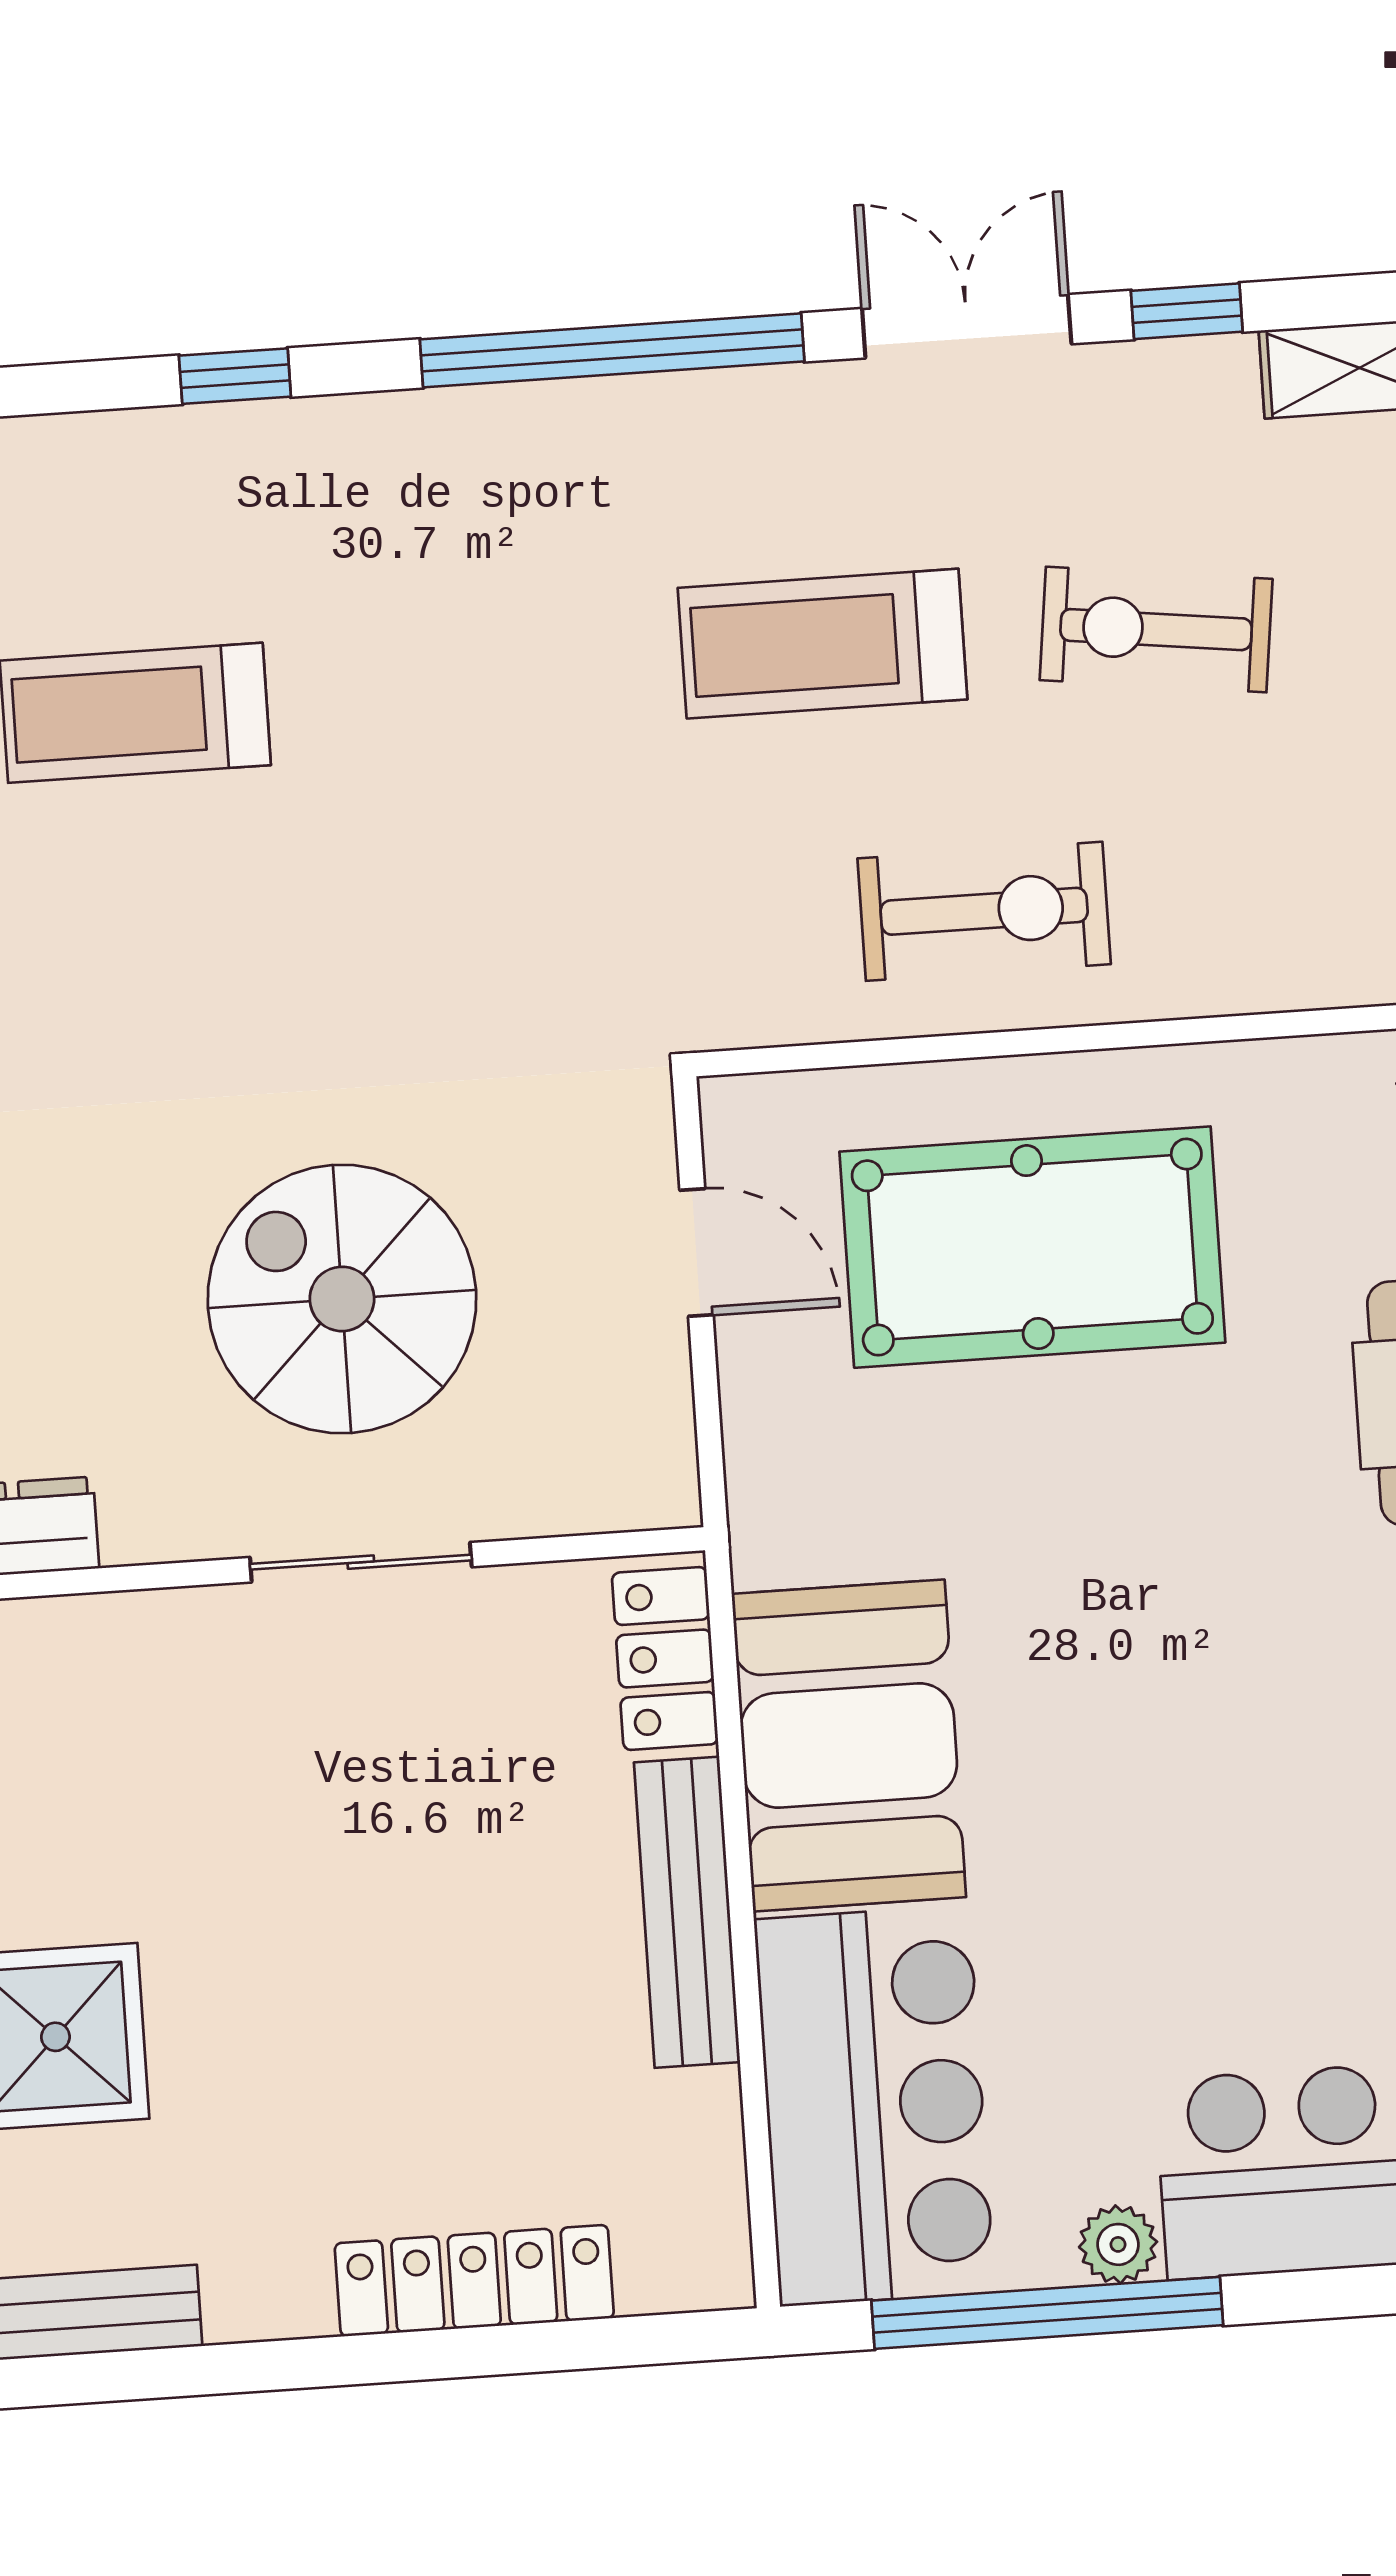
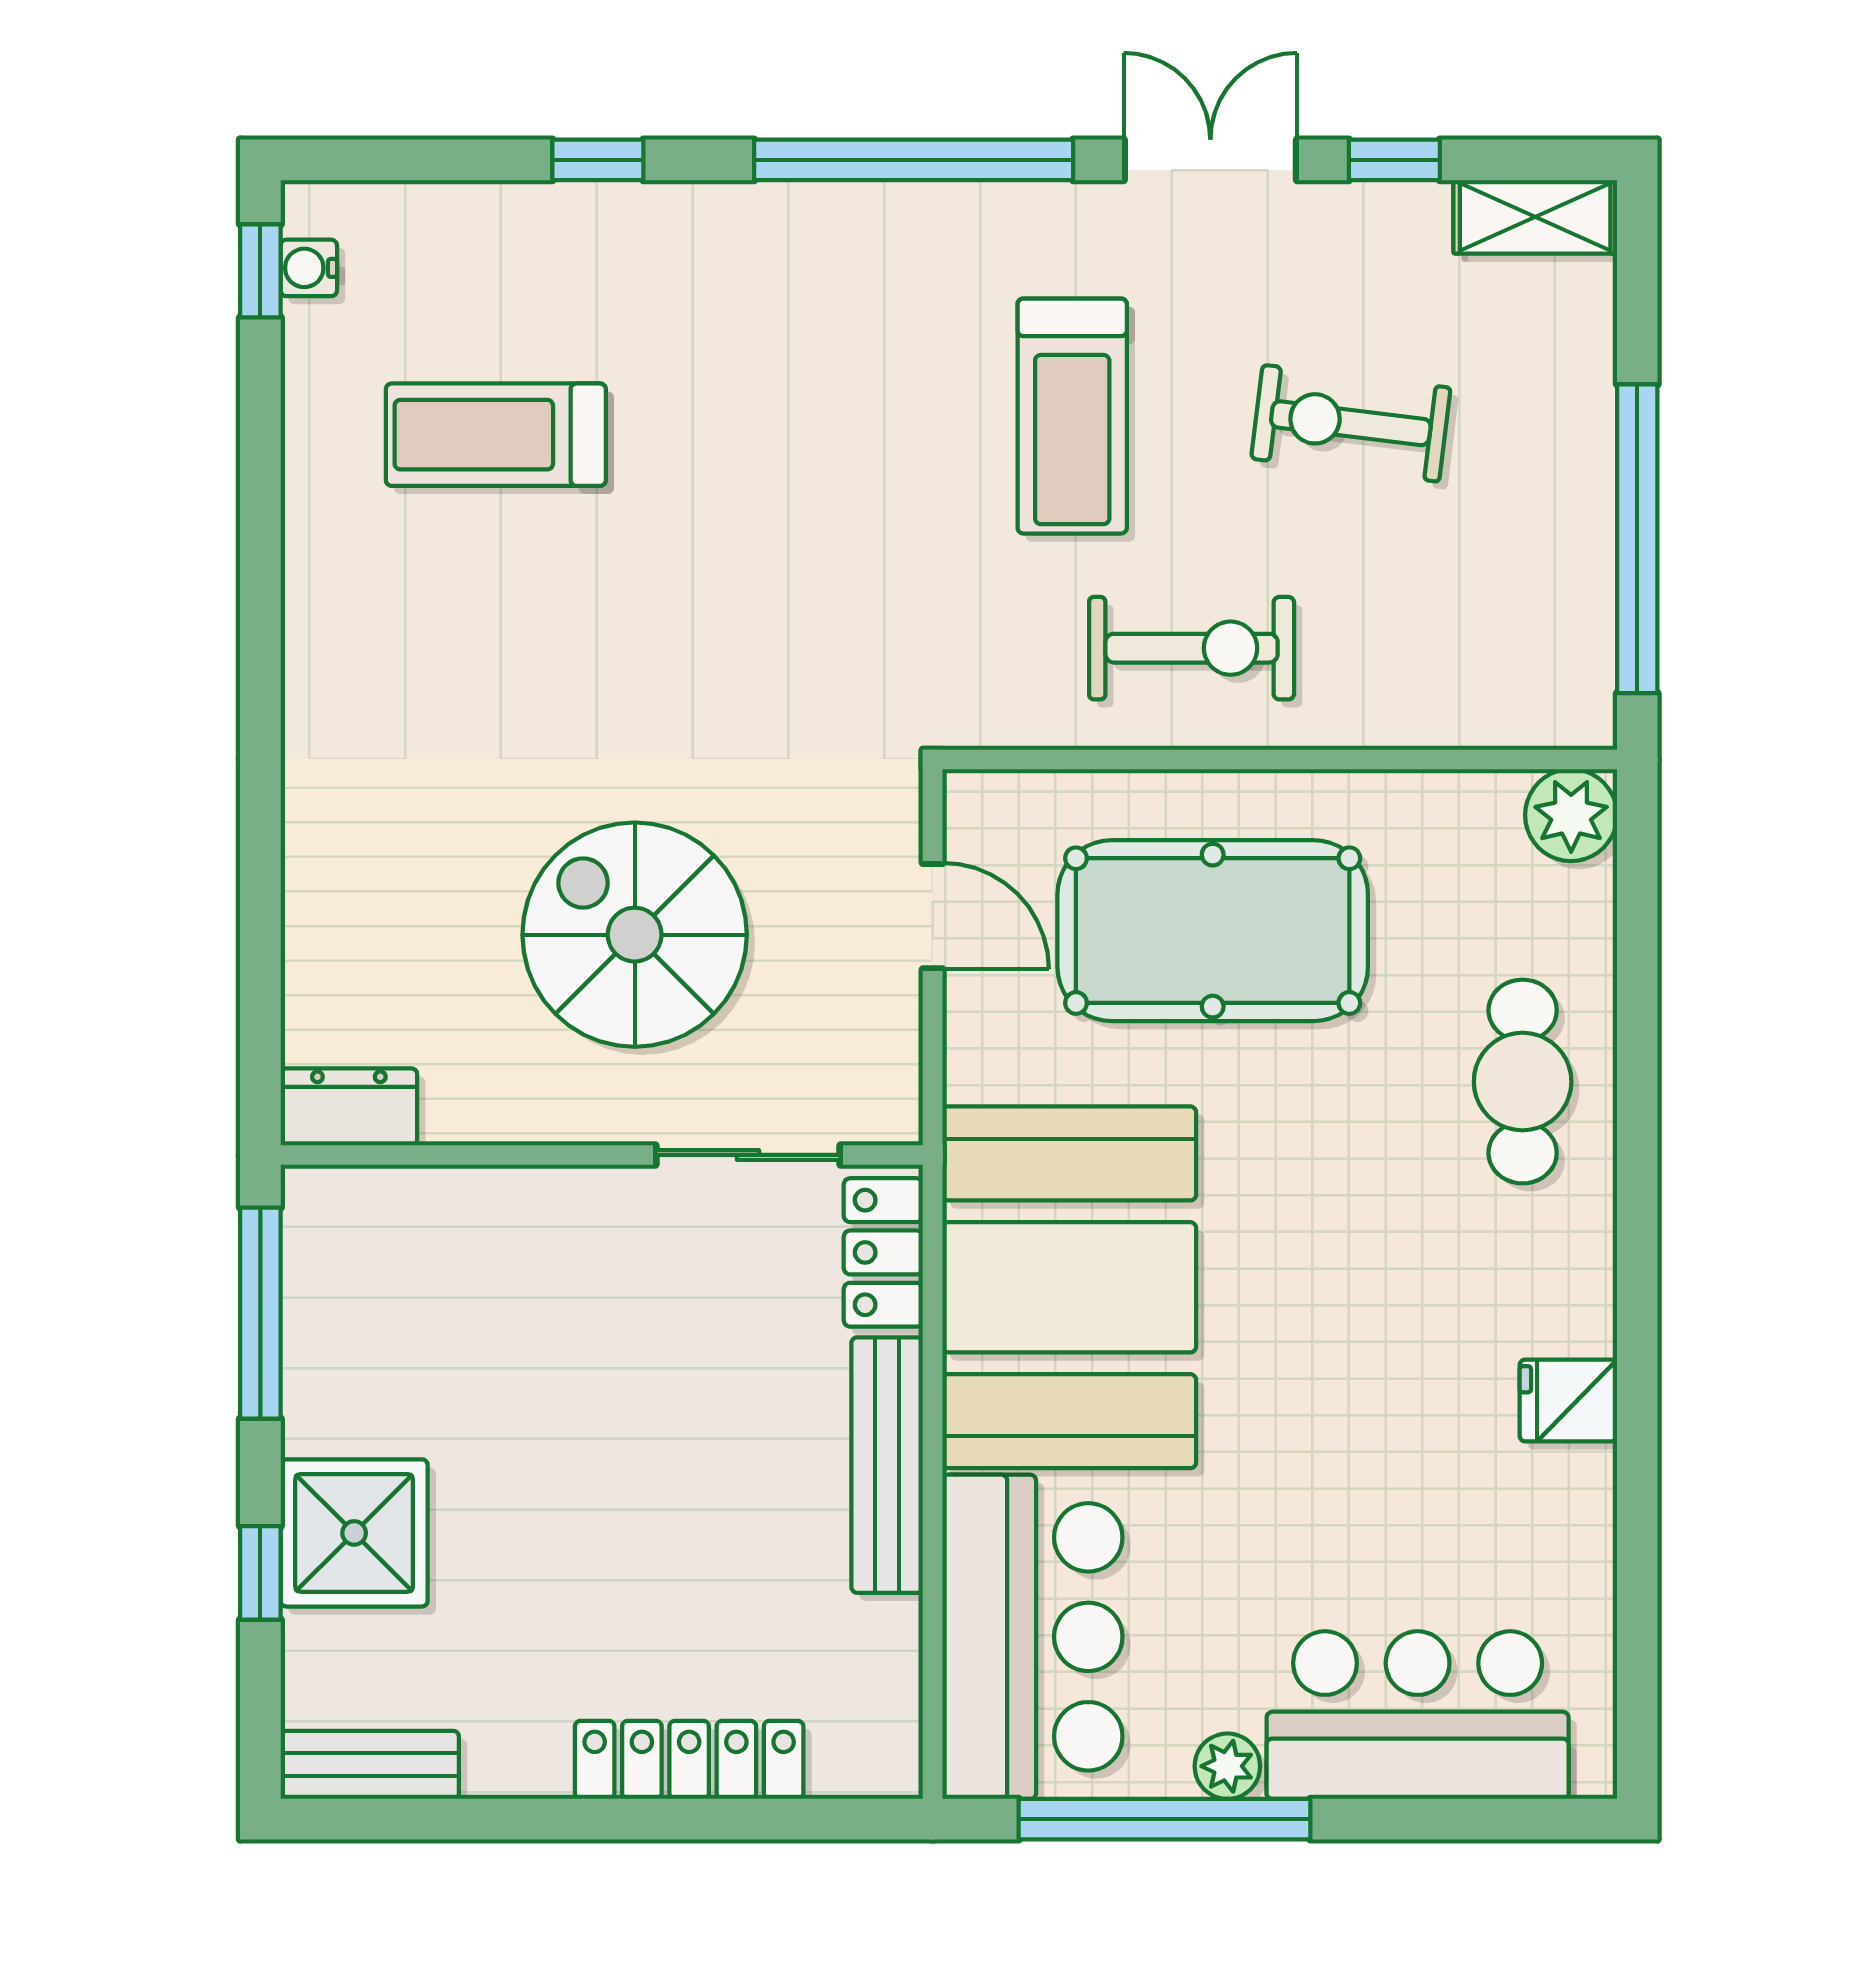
treadmill: (823, 644) -> (1072, 416), turned -90
sliding door: (361, 1562) -> (748, 1155), moved
booth: (849, 1745) -> (1069, 1287), width x1.36, depth x1.42

